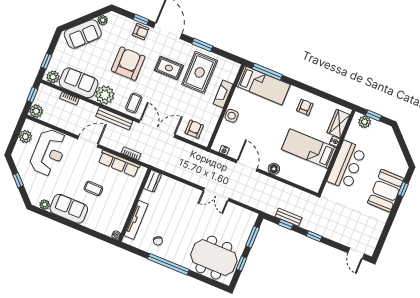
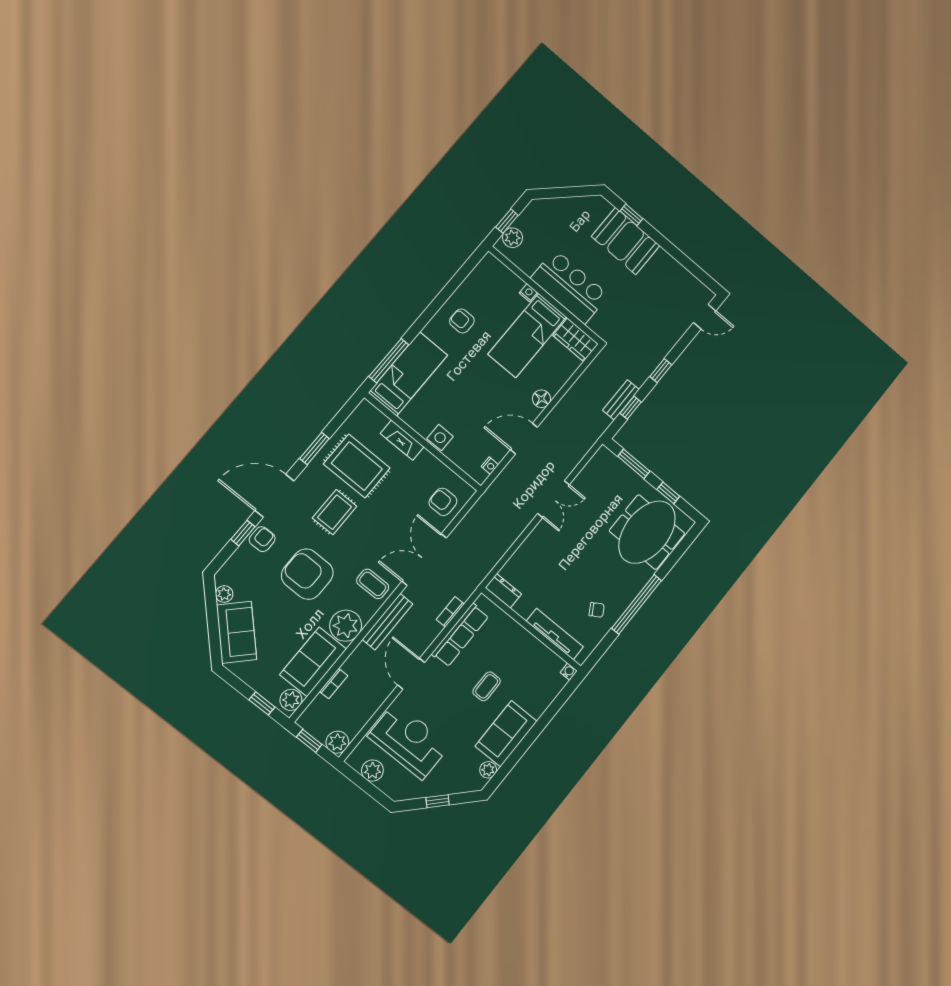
wardrobe: (338, 124) -> (576, 340), moved

